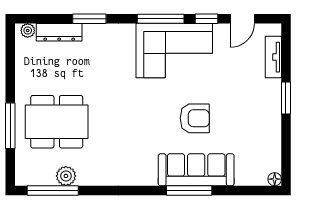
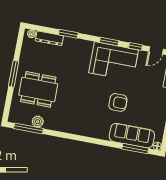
window: (161, 19) -> (109, 41), width x0.69
window: (10, 126) -> (14, 74), moved
sofa: (196, 170) -> (132, 136), moved
window: (189, 190) -> (135, 149), moved

